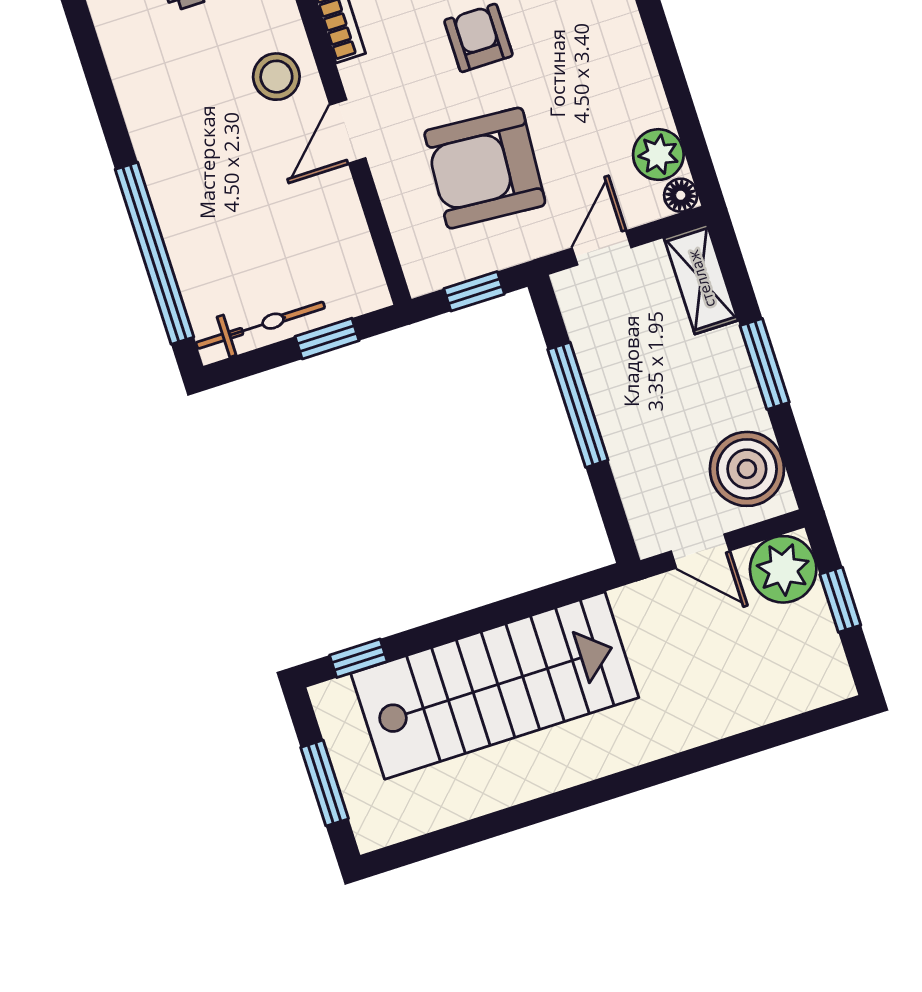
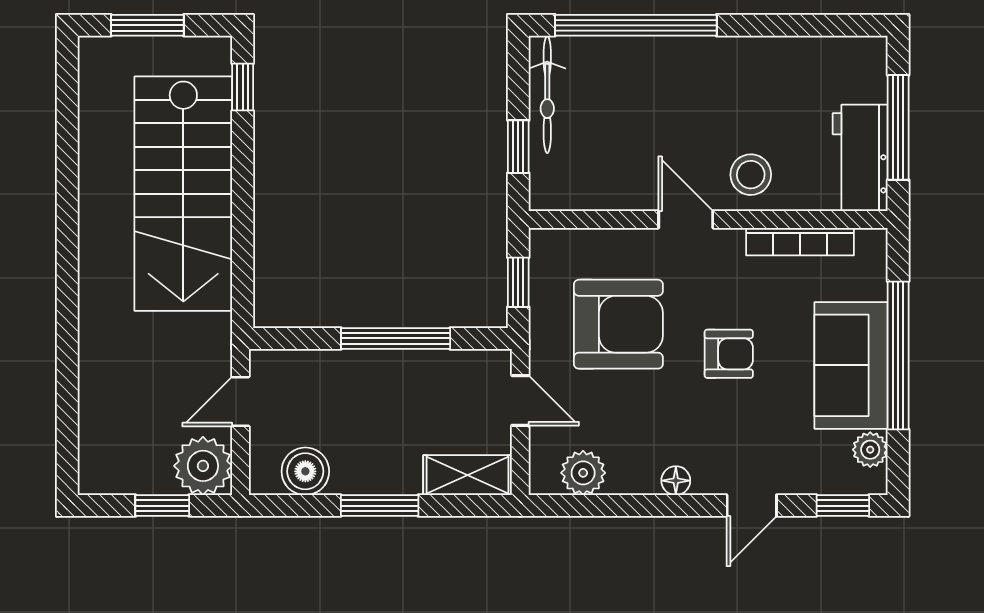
armchair: (485, 168) -> (618, 324), turned 86
floor lamp: (681, 195) -> (676, 481), moved
boiler: (747, 469) -> (305, 471), width x0.73, depth x0.73

